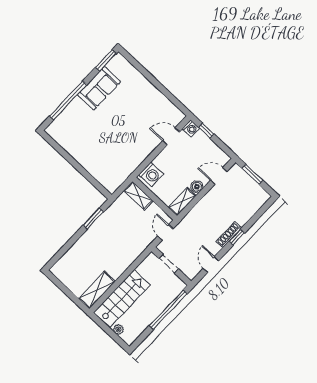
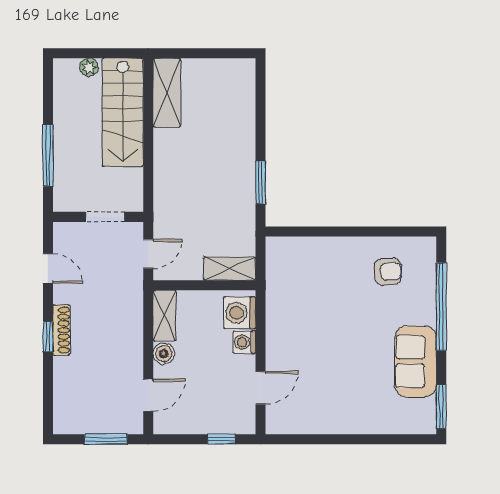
washing machine: (191, 128) -> (244, 342), moved
armchair: (76, 135) -> (388, 272), added
door: (165, 232) -> (148, 254), hinge flipped
window: (168, 310) -> (48, 156), width x0.68

